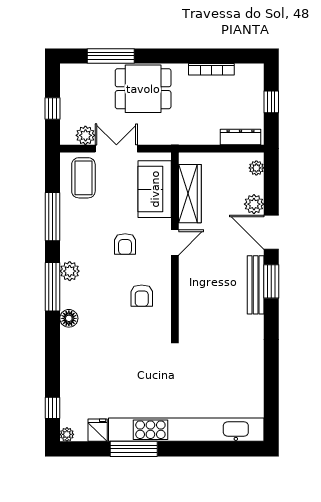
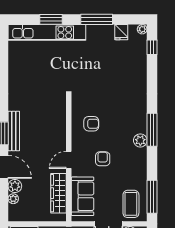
plant: (256, 168) -> (13, 199), moved
window: (52, 217) -> (152, 197), moved
armchair: (142, 296) -> (91, 124), turned 90
floor lamp: (69, 318) -> (141, 108), removed
kitchen unit: (186, 430) -> (47, 32), width x0.73
window: (201, 449) -> (51, 19), added

